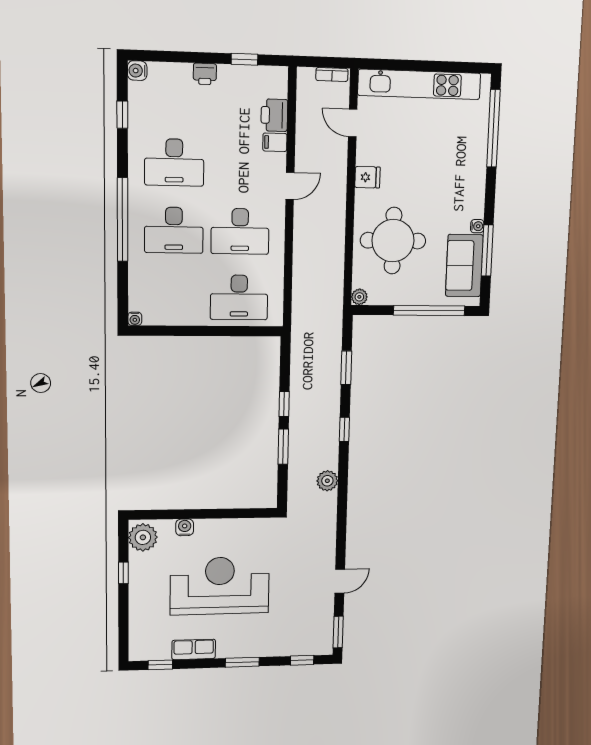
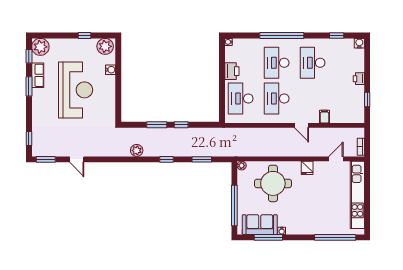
printer: (274, 115) -> (232, 71), moved, turned 90
plant: (144, 646) -> (40, 47), added
window: (242, 662) -> (29, 86), moved

